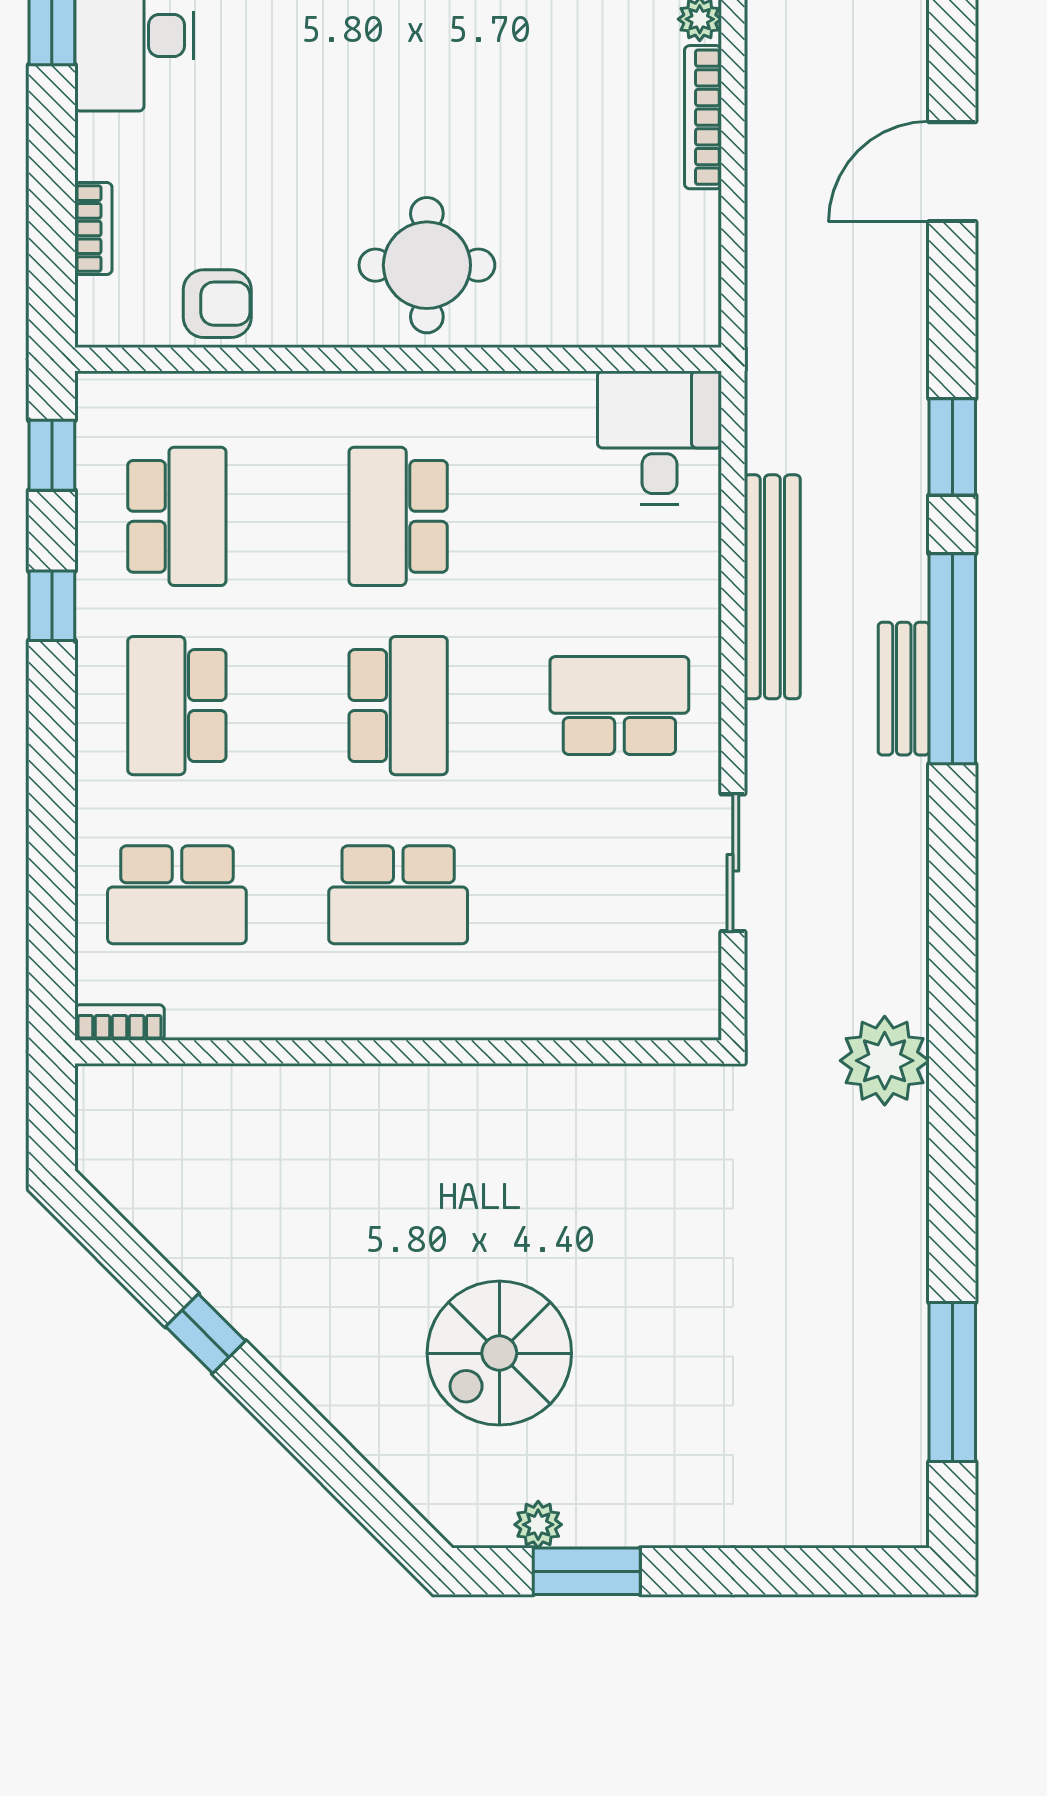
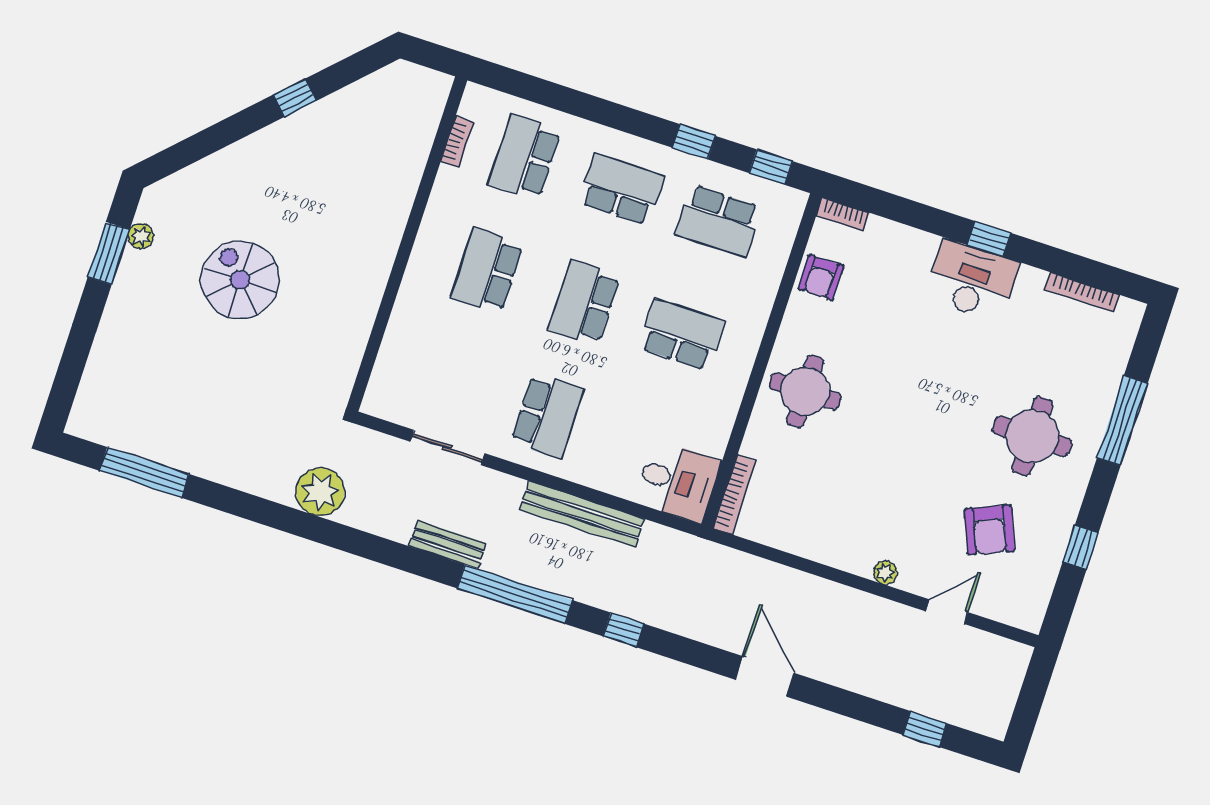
bookcase: (703, 117) -> (735, 495), moved, turned 90
bookcase: (93, 229) -> (843, 214), moved
window: (952, 447) -> (624, 630), width x0.67
bench: (904, 689) -> (448, 545), moved
school desk: (398, 706) -> (584, 302), turned 90
bookcase: (120, 1022) -> (457, 142), moved
spiral stairs: (499, 1353) -> (240, 280), moved

